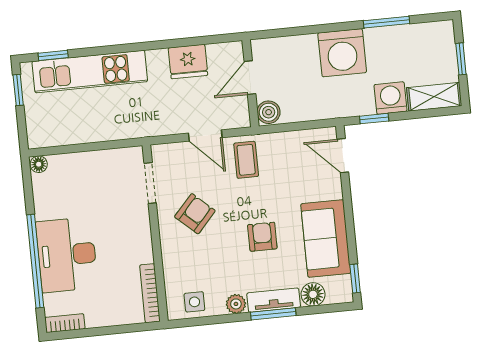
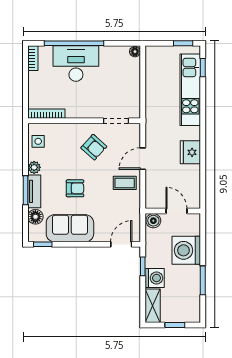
door: (250, 78) -> (176, 211), moved
wall: (250, 83) -> (173, 211), moved
boiler: (269, 112) -> (153, 221), moved

